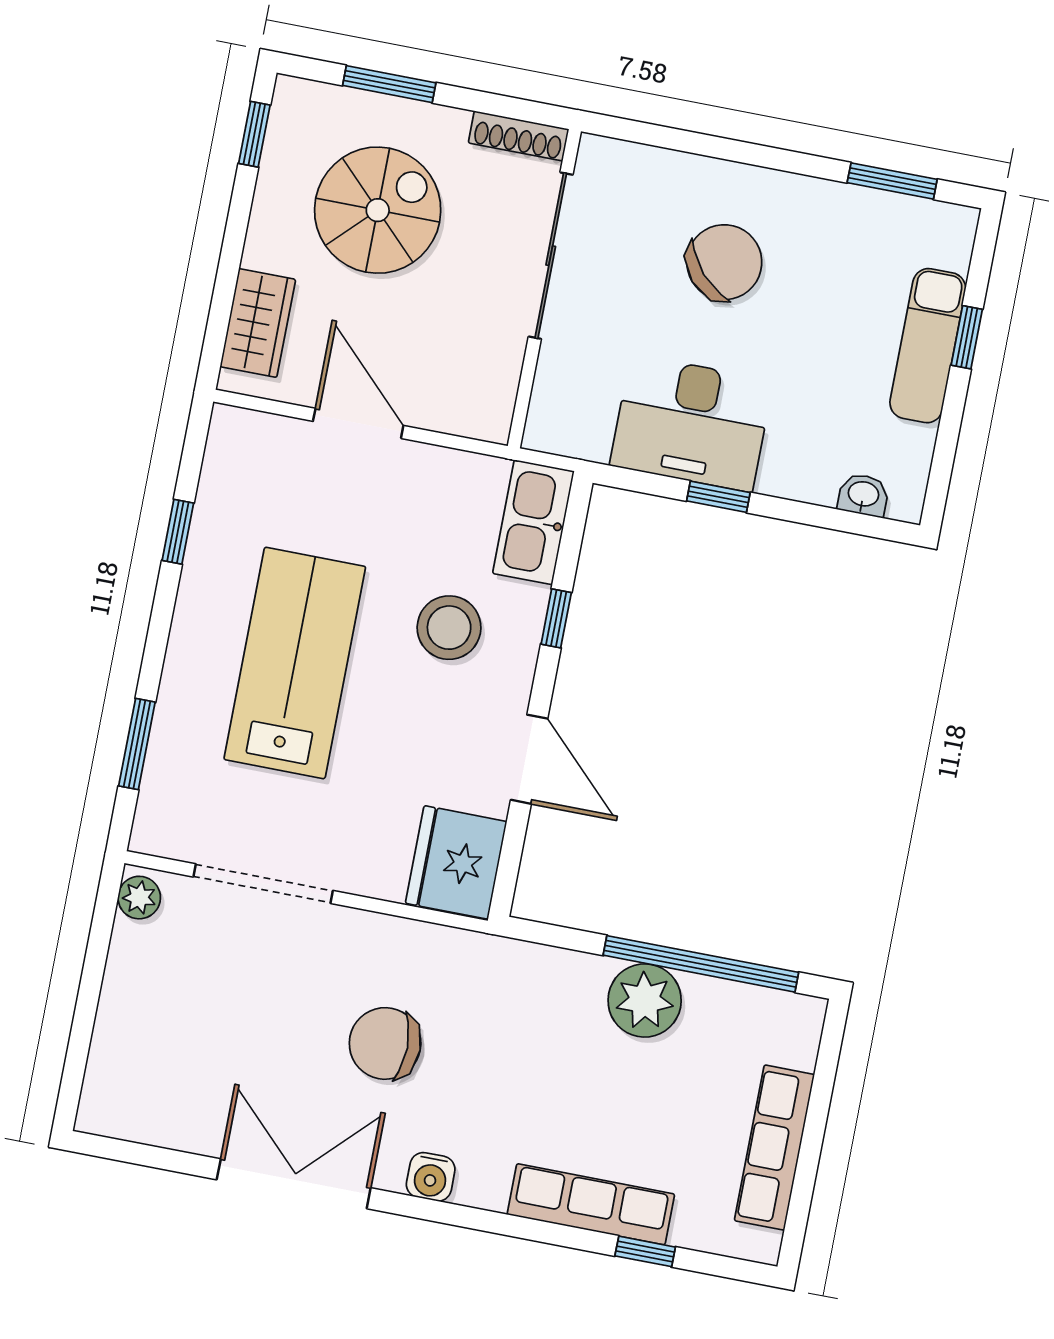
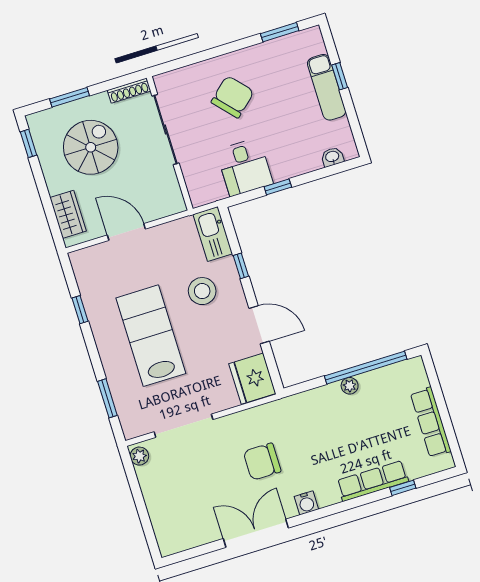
desk: (691, 423) -> (245, 167), width x0.73
plant: (645, 1000) -> (350, 386), width x0.53, depth x0.53

